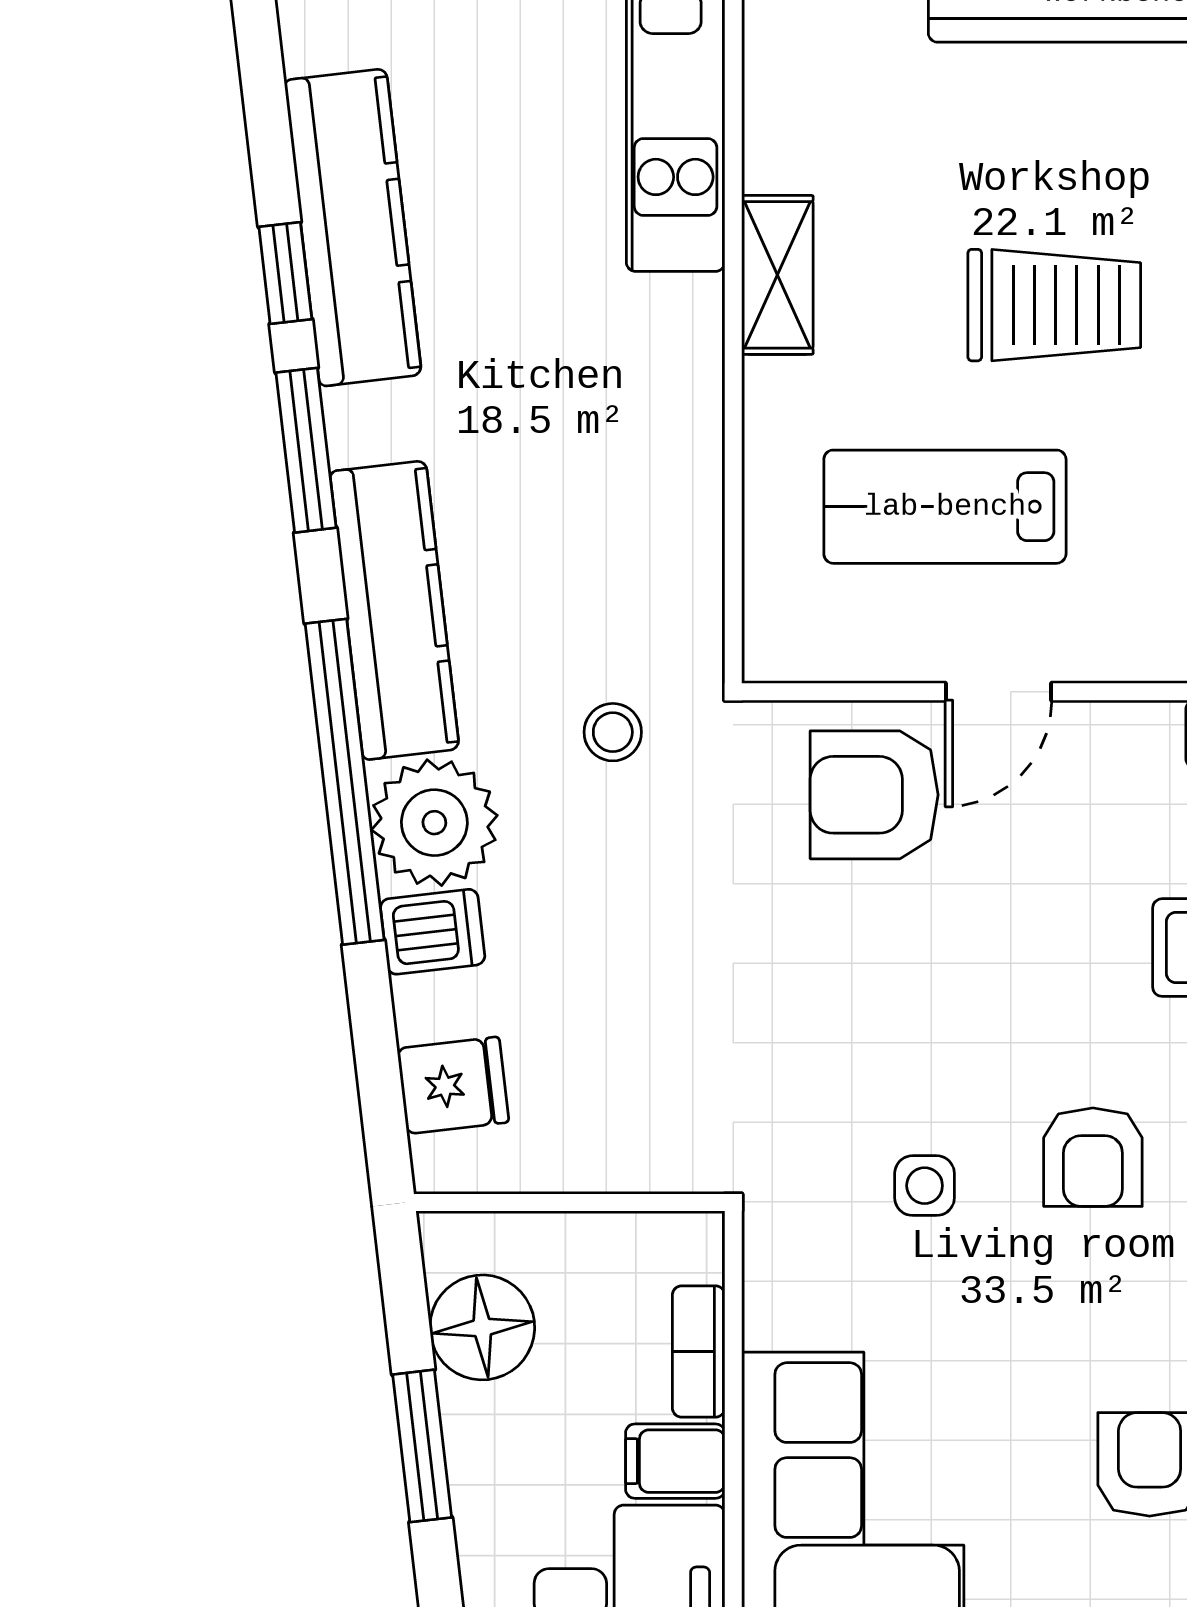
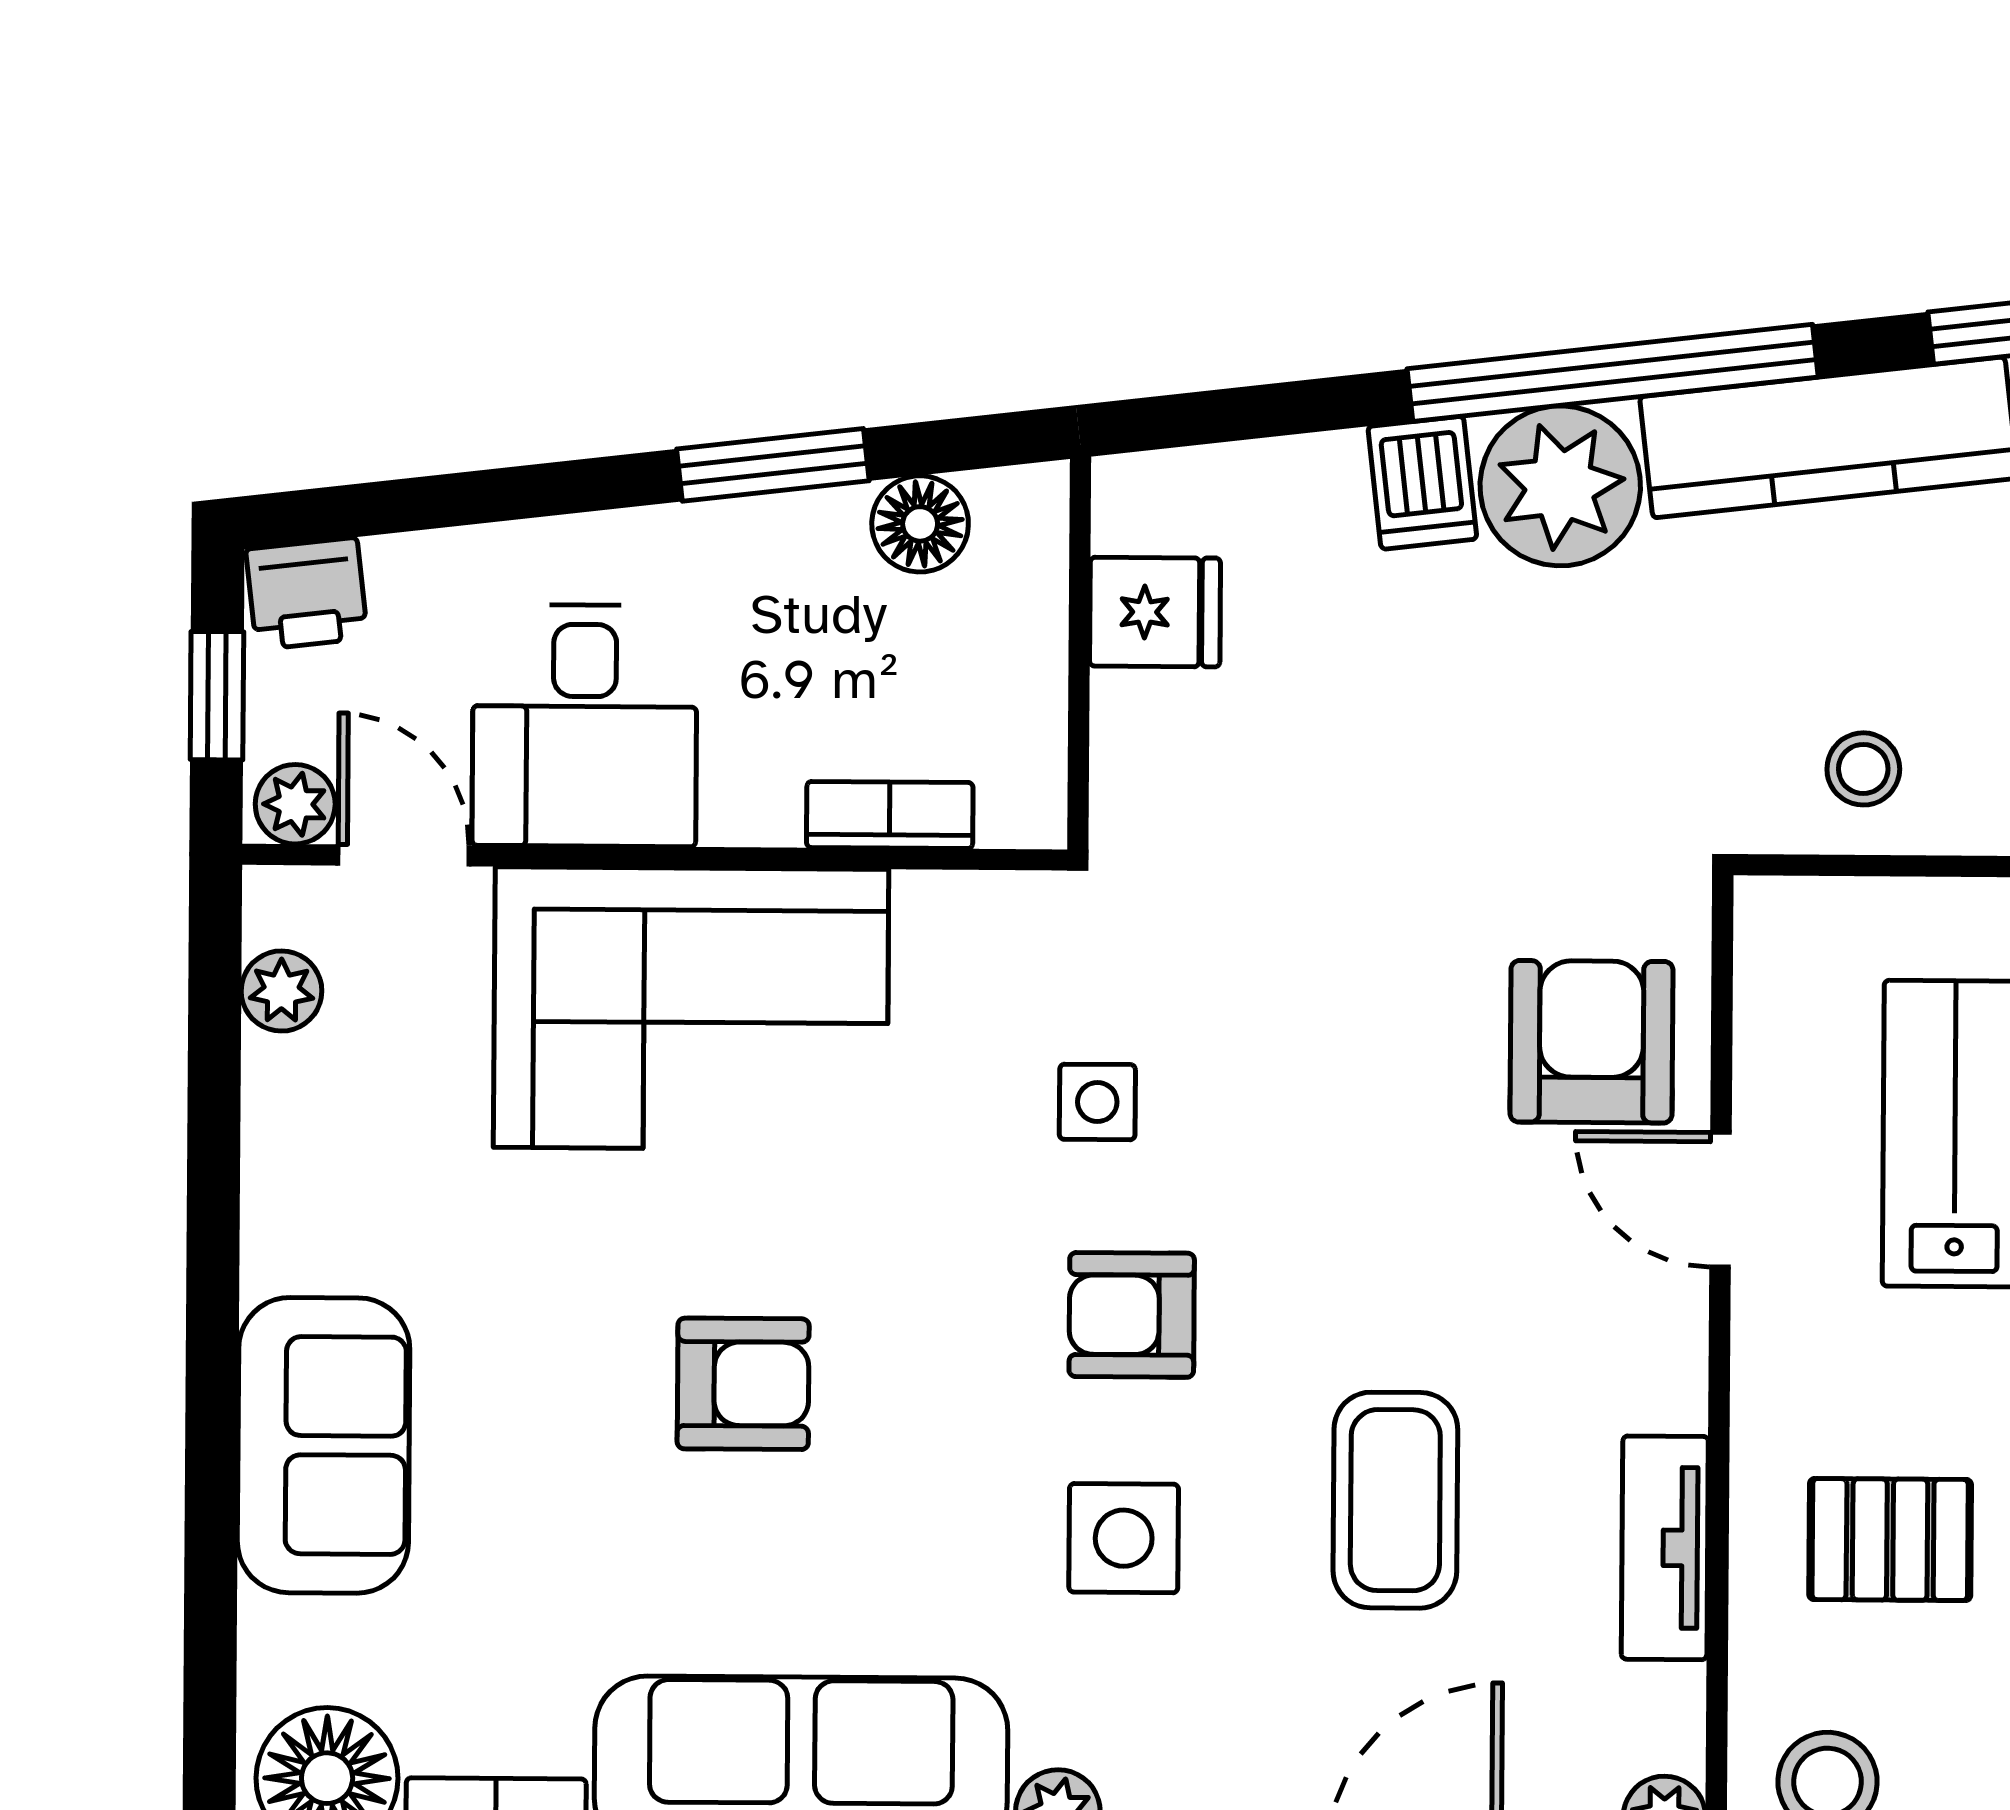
stool: (613, 732) -> (1863, 769), moved
fridge: (453, 1085) -> (1155, 612), moved, turned -83
floor lamp: (482, 1327) -> (920, 524), width x0.73, depth x0.73
filing cabinet: (675, 1461) -> (751, 785), removed

